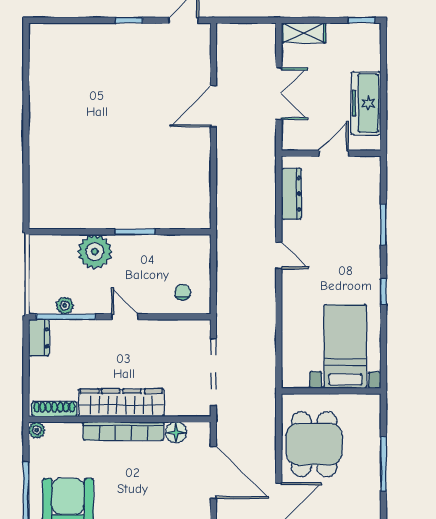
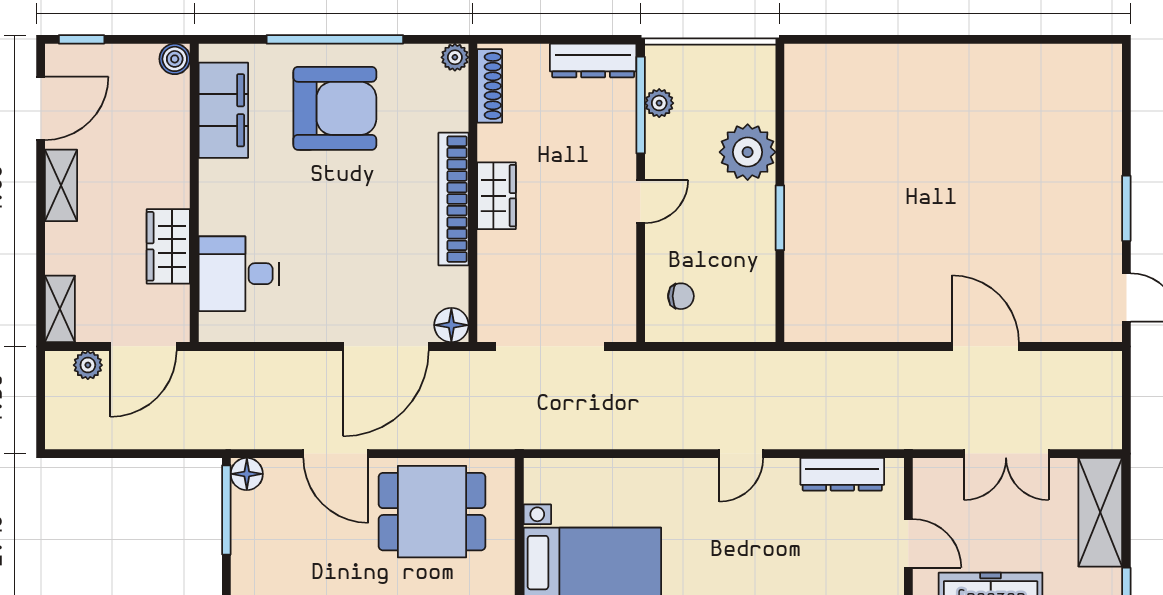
window: (129, 20) -> (1126, 208), width x1.50
shelving: (304, 33) -> (1100, 512), width x1.50, depth x1.33
dresser: (39, 338) -> (593, 61), width x1.44
wardrobe: (121, 403) -> (496, 196), width x0.48, depth x0.85
floor lamp: (176, 432) -> (451, 325), moved

